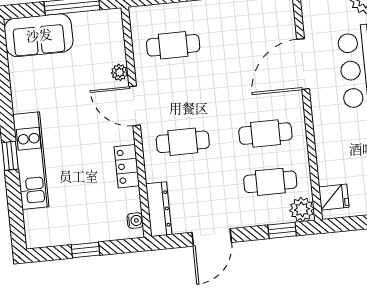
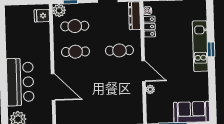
cafe table: (173, 45) -> (121, 102), removed
door: (303, 64) -> (53, 87), hinge flipped
locker: (127, 166) -> (150, 27), moved

